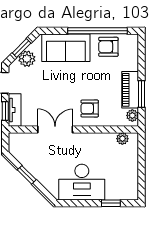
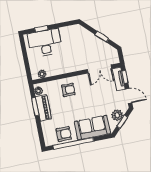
double door: (55, 130) -> (99, 69), moved
desk: (82, 182) -> (45, 43), moved

